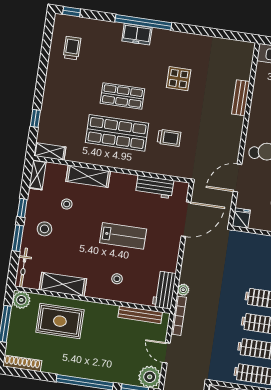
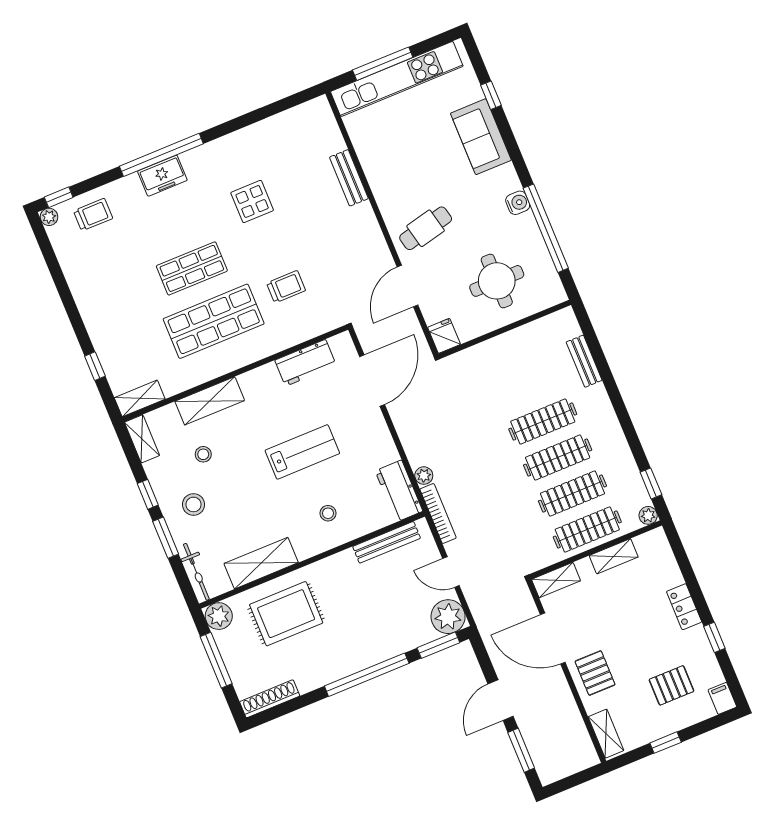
plant: (60, 19) -> (49, 217), added
trolley: (72, 48) -> (93, 215), moved, turned 90

